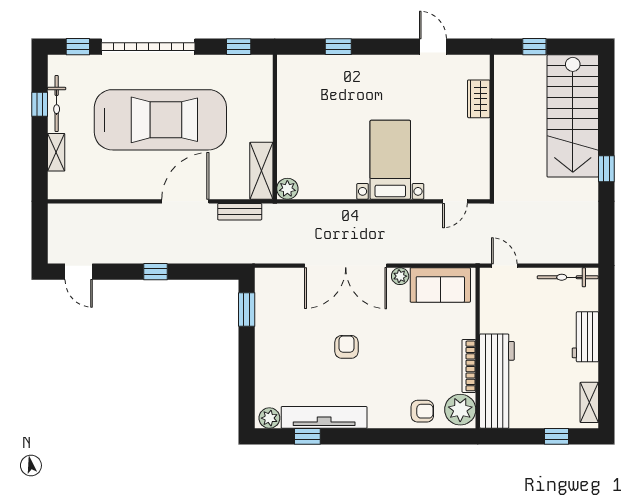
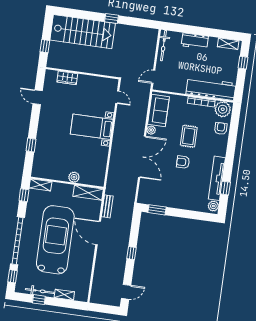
door: (433, 47) -> (38, 97), hinge flipped
shelving: (263, 76) -> (40, 185), added
plant: (287, 189) -> (74, 177), moved
rug: (398, 351) -> (189, 136), added

